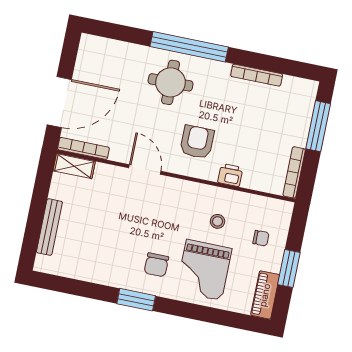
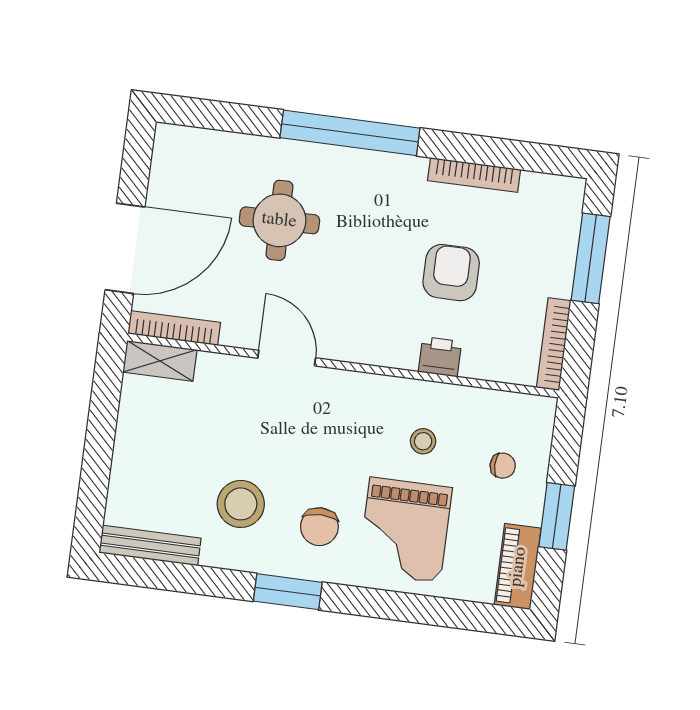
round table: (171, 82) -> (279, 220), moved
armchair: (197, 142) -> (451, 273), moved
bench: (49, 227) -> (150, 546), moved, turned 90
stool: (114, 249) -> (241, 504), added

